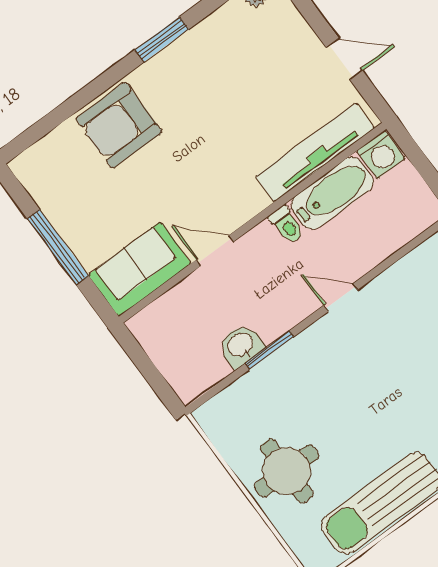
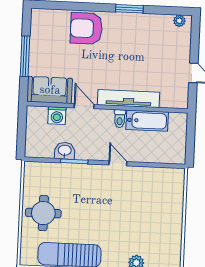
tv unit: (315, 152) -> (129, 99), moved
washing machine: (381, 154) -> (57, 116), moved

